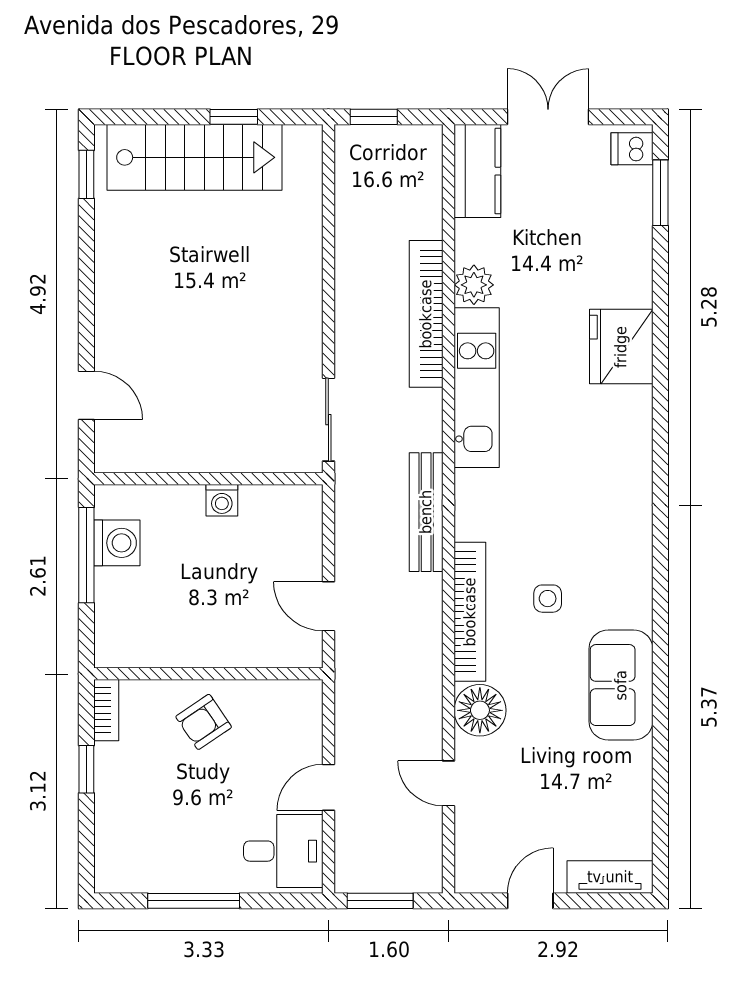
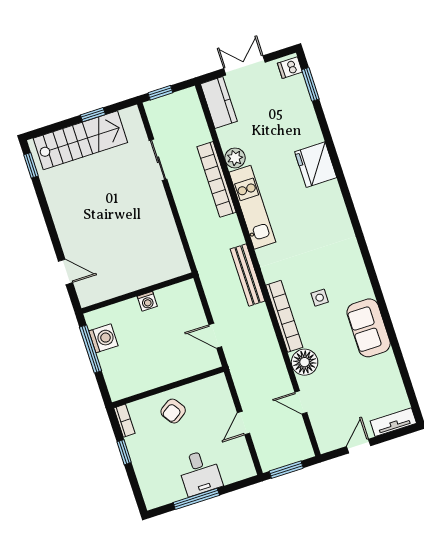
sliding door: (328, 420) -> (158, 160), moved
desk: (283, 851) -> (200, 473), moved, turned 90

